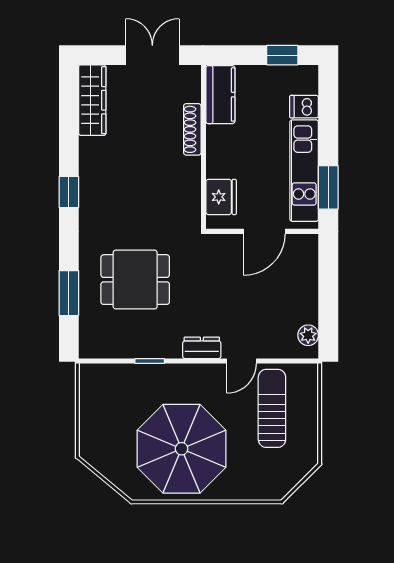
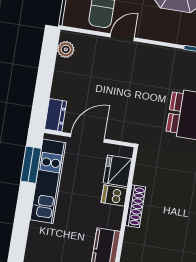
dishwasher: (304, 107) -> (114, 196), moved, turned 180
shoe rack: (192, 129) -> (135, 206), moved
dresser: (202, 348) -> (56, 115), moved, turned -90

